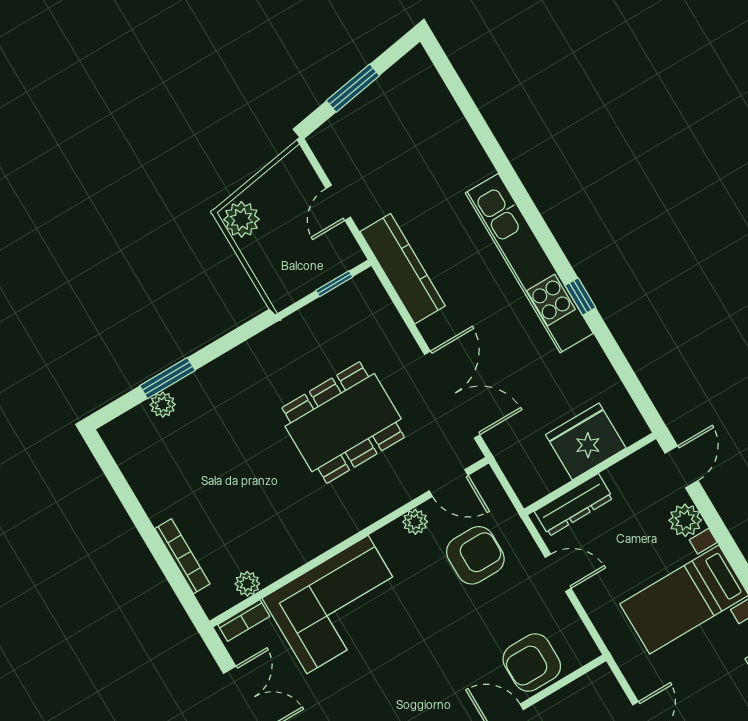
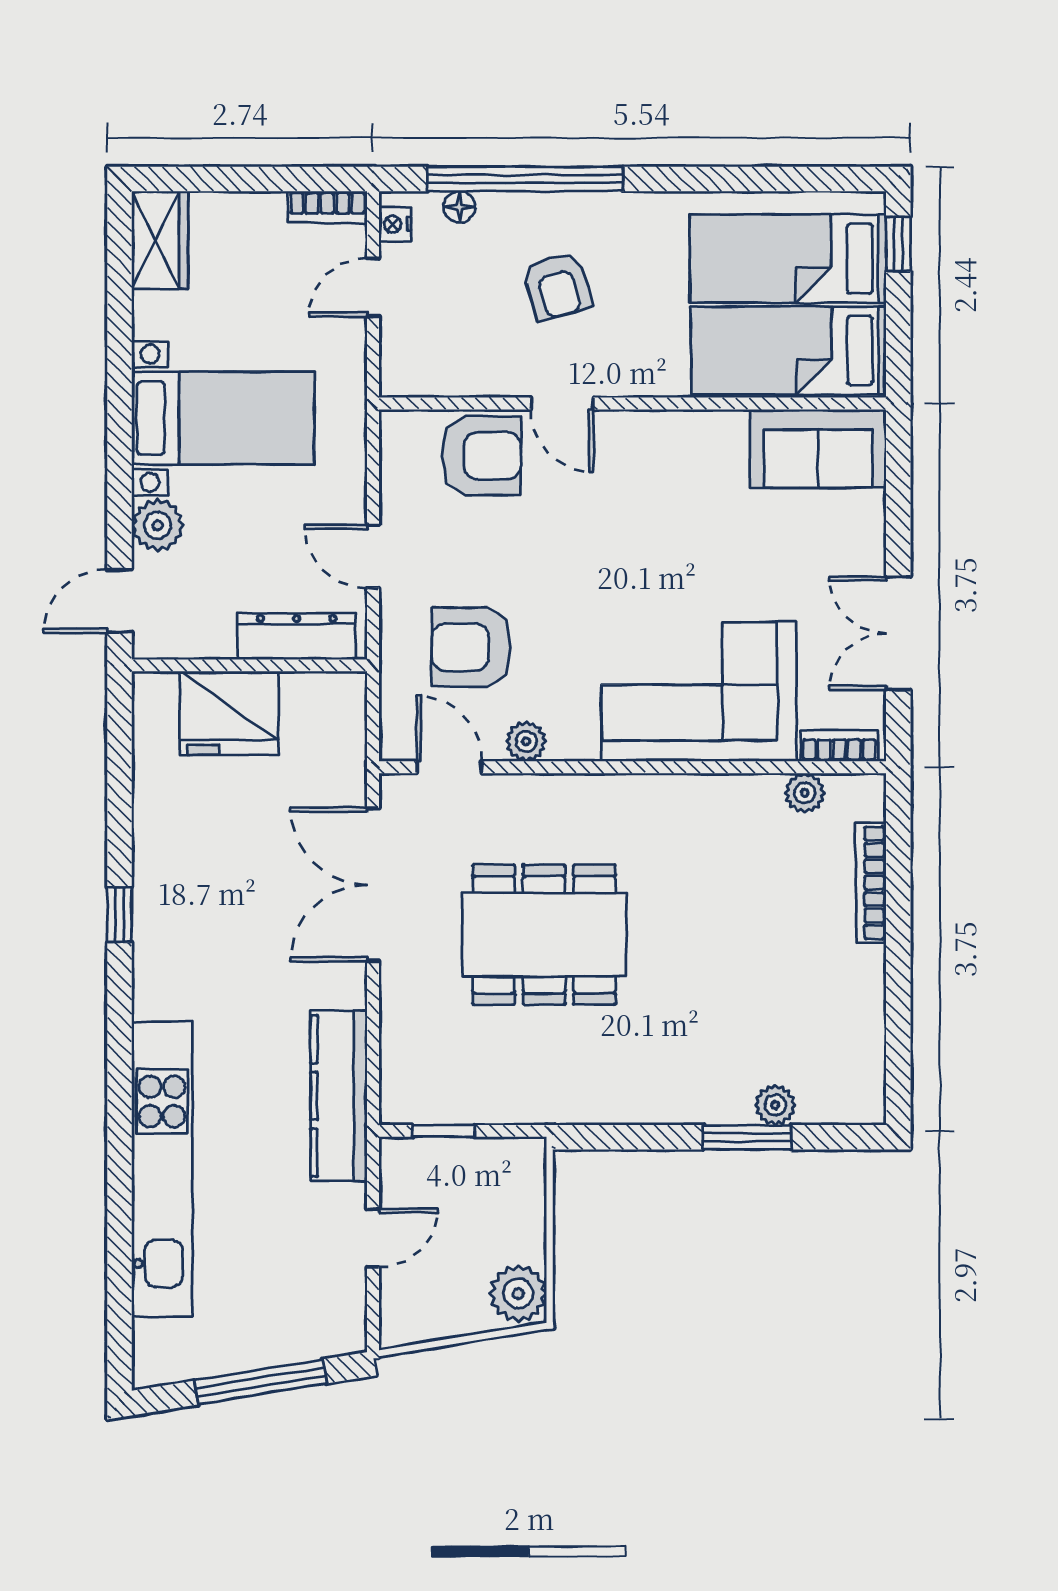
window: (353, 88) -> (261, 1382), width x1.44
kitchen unit: (529, 263) -> (162, 1169), moved

